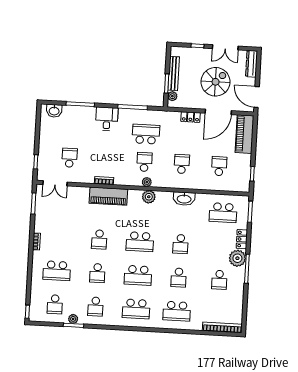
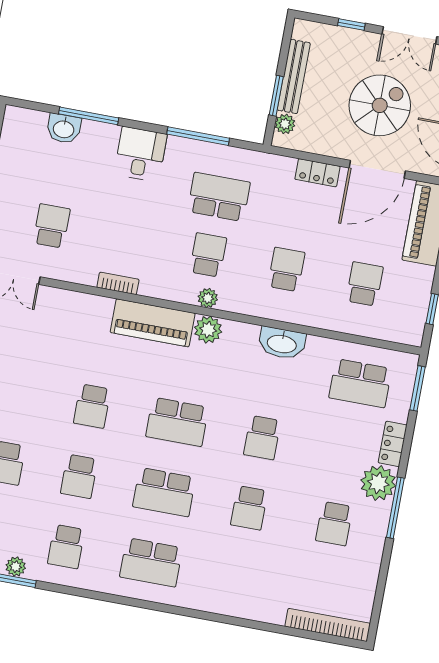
washbasin: (54, 111) -> (64, 129), moved
piano: (108, 196) -> (153, 323), moved
school desk: (177, 311) -> (236, 578), removed

